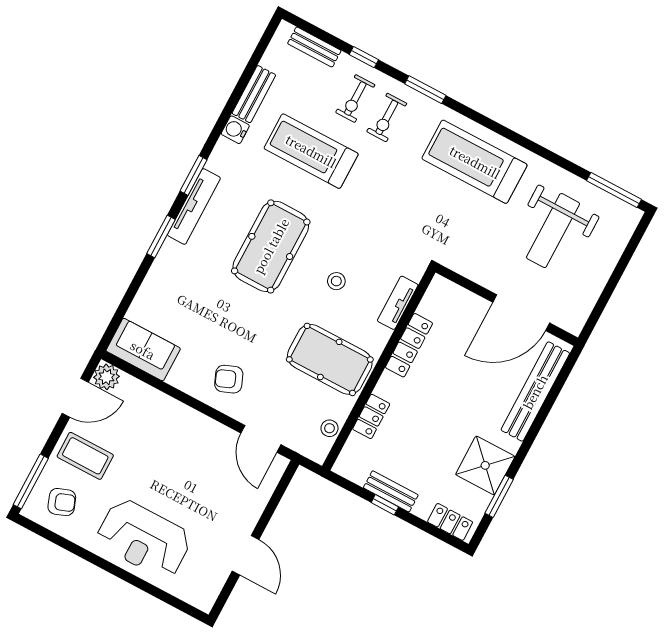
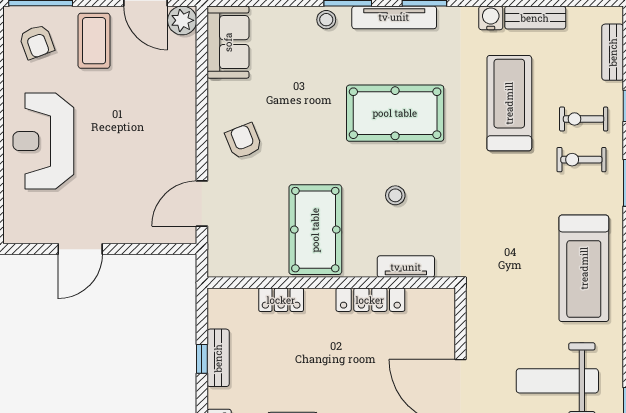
treadmill: (475, 162) -> (584, 268), turned 180
stool: (330, 428) -> (326, 20), moved

